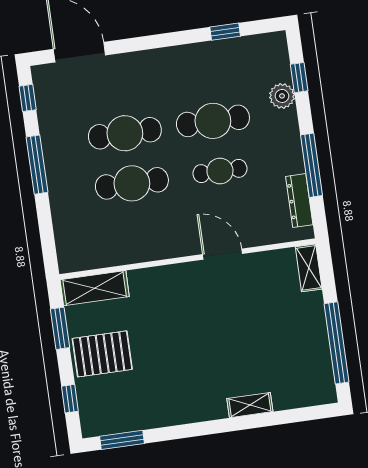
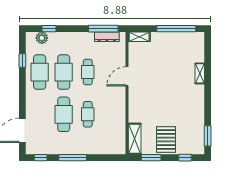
cafe table: (206, 71) -> (40, 72), added
plant: (282, 96) -> (42, 38), moved
window: (311, 165) -> (103, 29), moved
cafe table: (132, 183) -> (88, 114), width x0.73, depth x0.74

